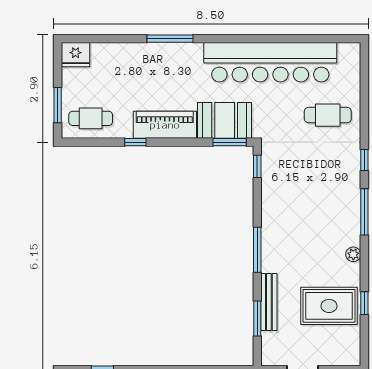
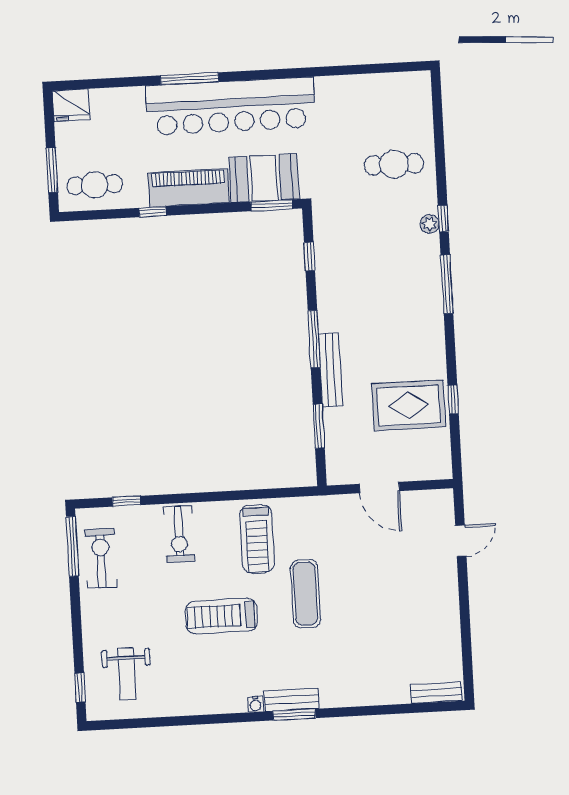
bar counter: (270, 62) -> (231, 106), moved
window: (257, 166) -> (310, 257), moved
plant: (353, 254) -> (429, 224), moved
bench: (269, 302) -> (331, 370), moved

